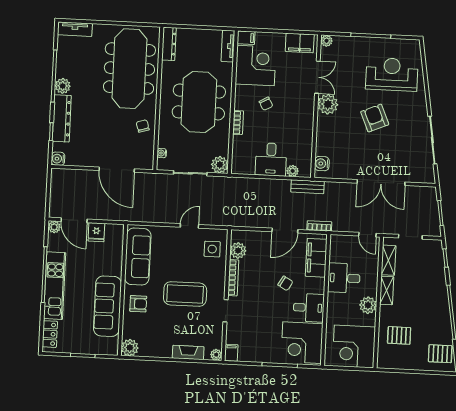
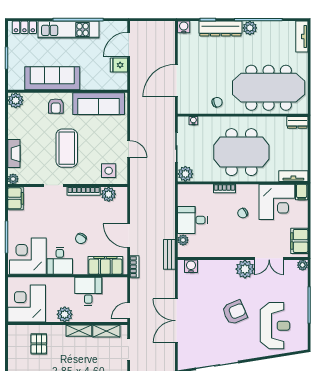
dresser: (169, 44) -> (297, 122), width x0.70
plant: (54, 227) -> (122, 27), removed
filing cabinet: (231, 353) -> (16, 198), width x2.00

